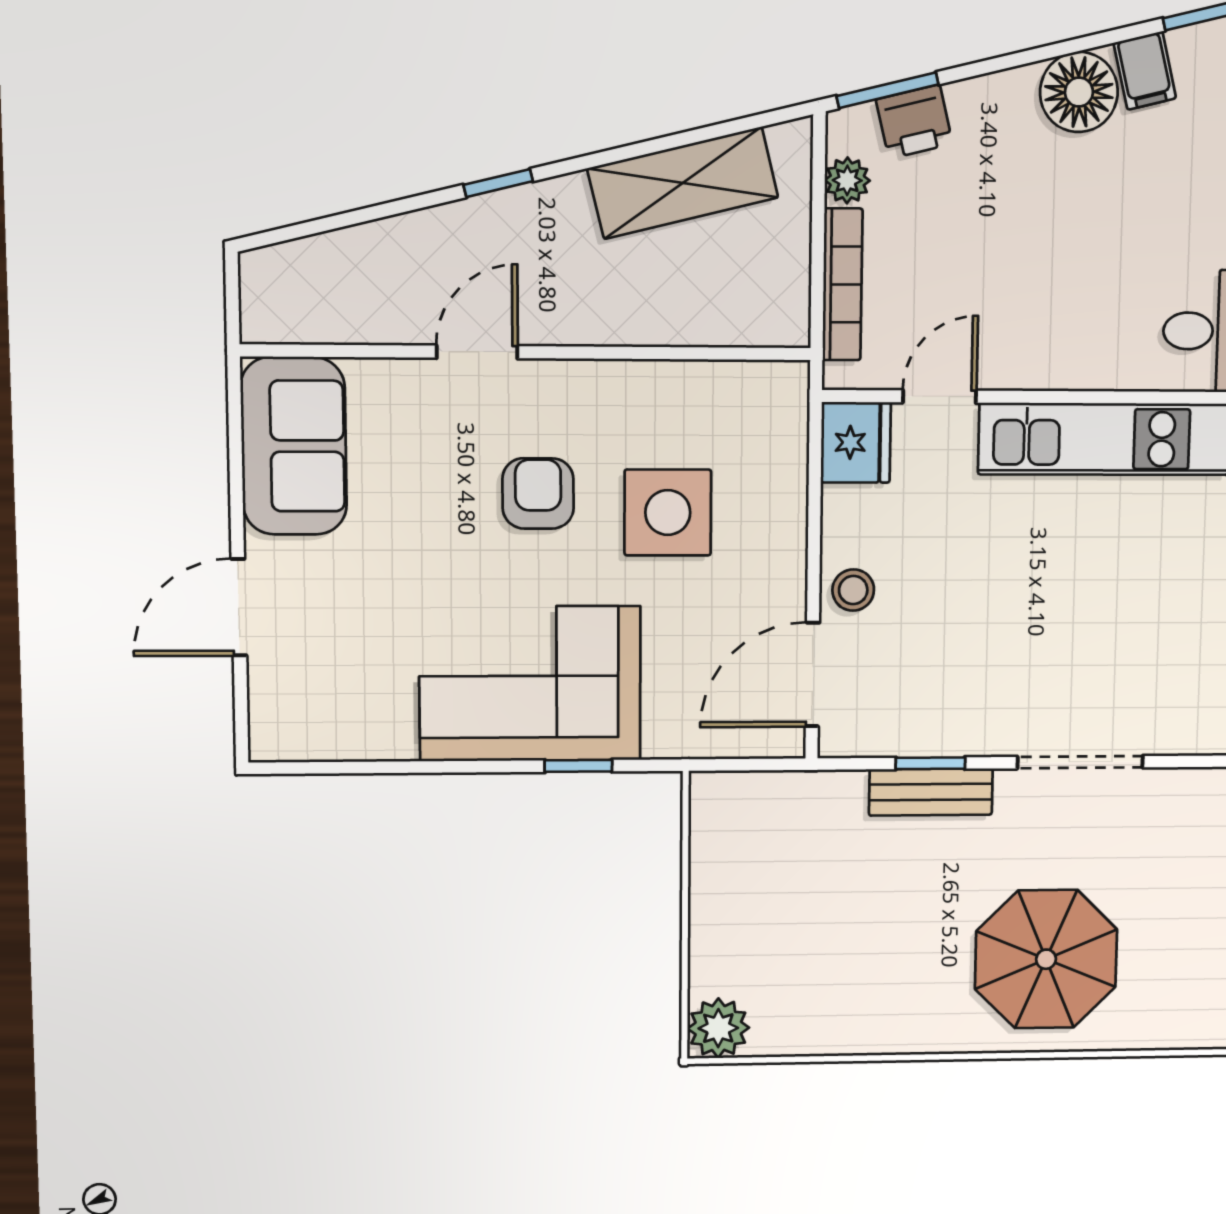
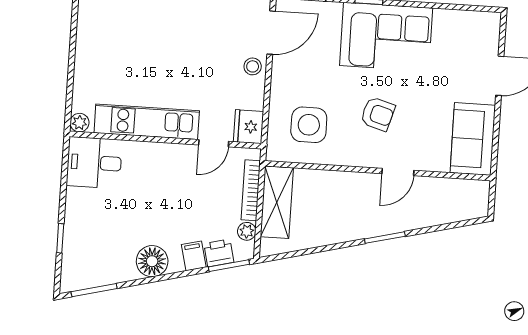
filing cabinet: (1145, 71) -> (194, 256), moved
window: (498, 183) -> (385, 238), width x1.50
shelving: (683, 183) -> (277, 202), moved, turned -76
armchair: (538, 493) -> (378, 114), turned -74
side table: (668, 513) -> (309, 125), moved

